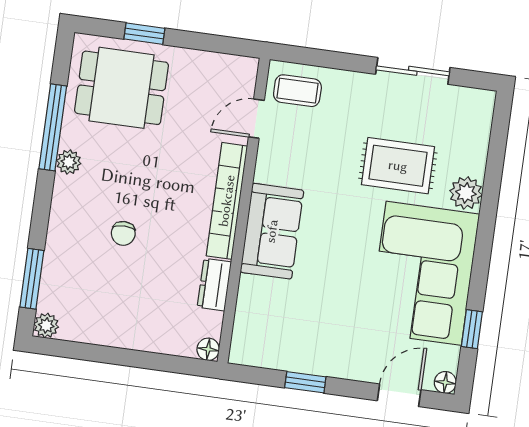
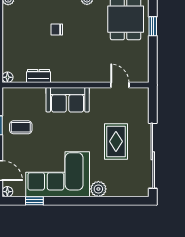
sliding door: (413, 71) -> (153, 156), width x1.86
coffee table: (297, 91) -> (21, 127), moved, turned 90
rug: (398, 166) -> (116, 141), moved
bookcase: (227, 201) -> (79, 76), removed

